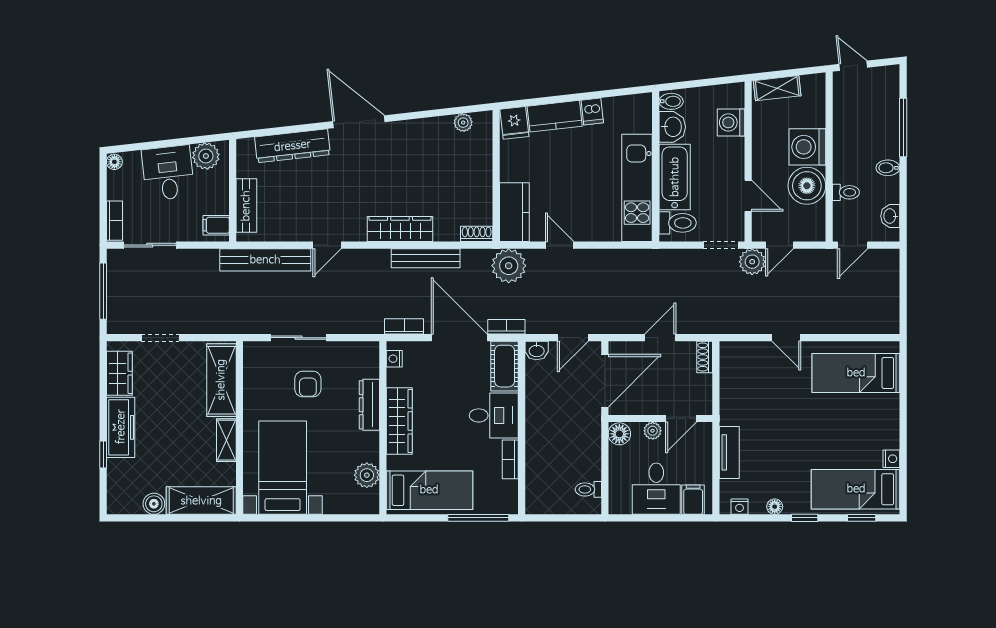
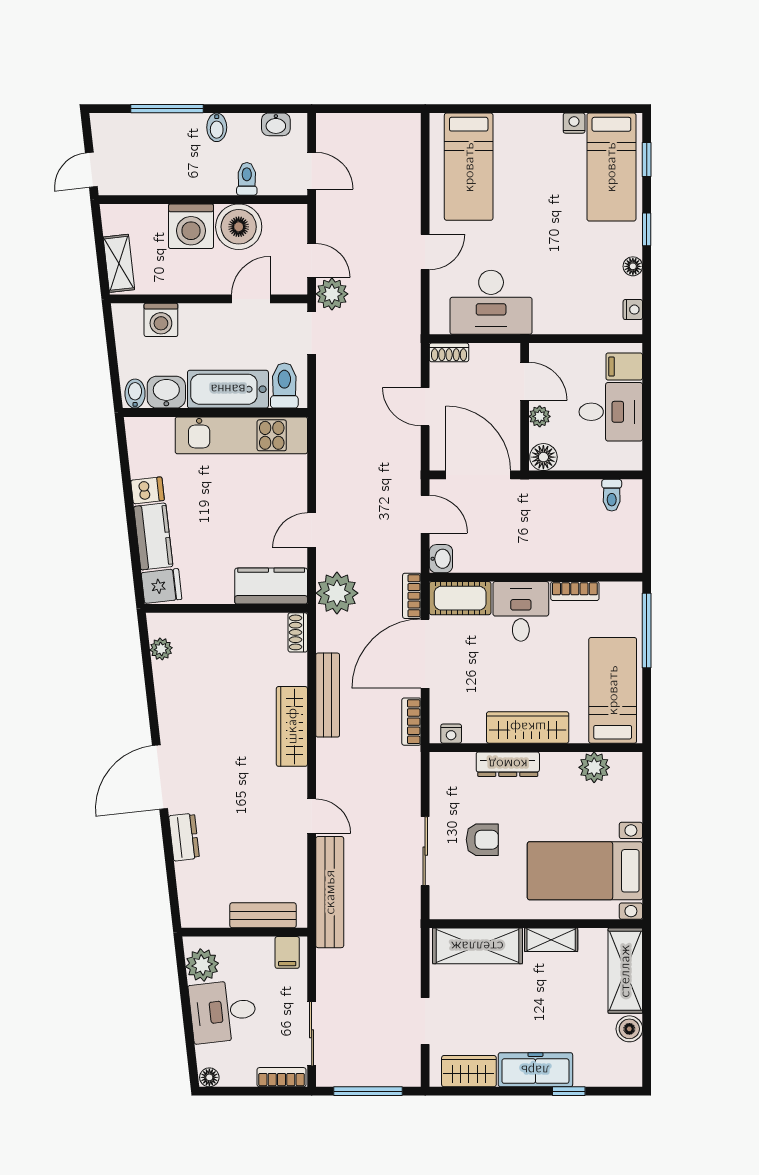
dresser: (292, 146) -> (184, 837), width x0.51, depth x0.80
desk: (745, 391) -> (491, 302), added
tv unit: (729, 452) -> (566, 322), removed

